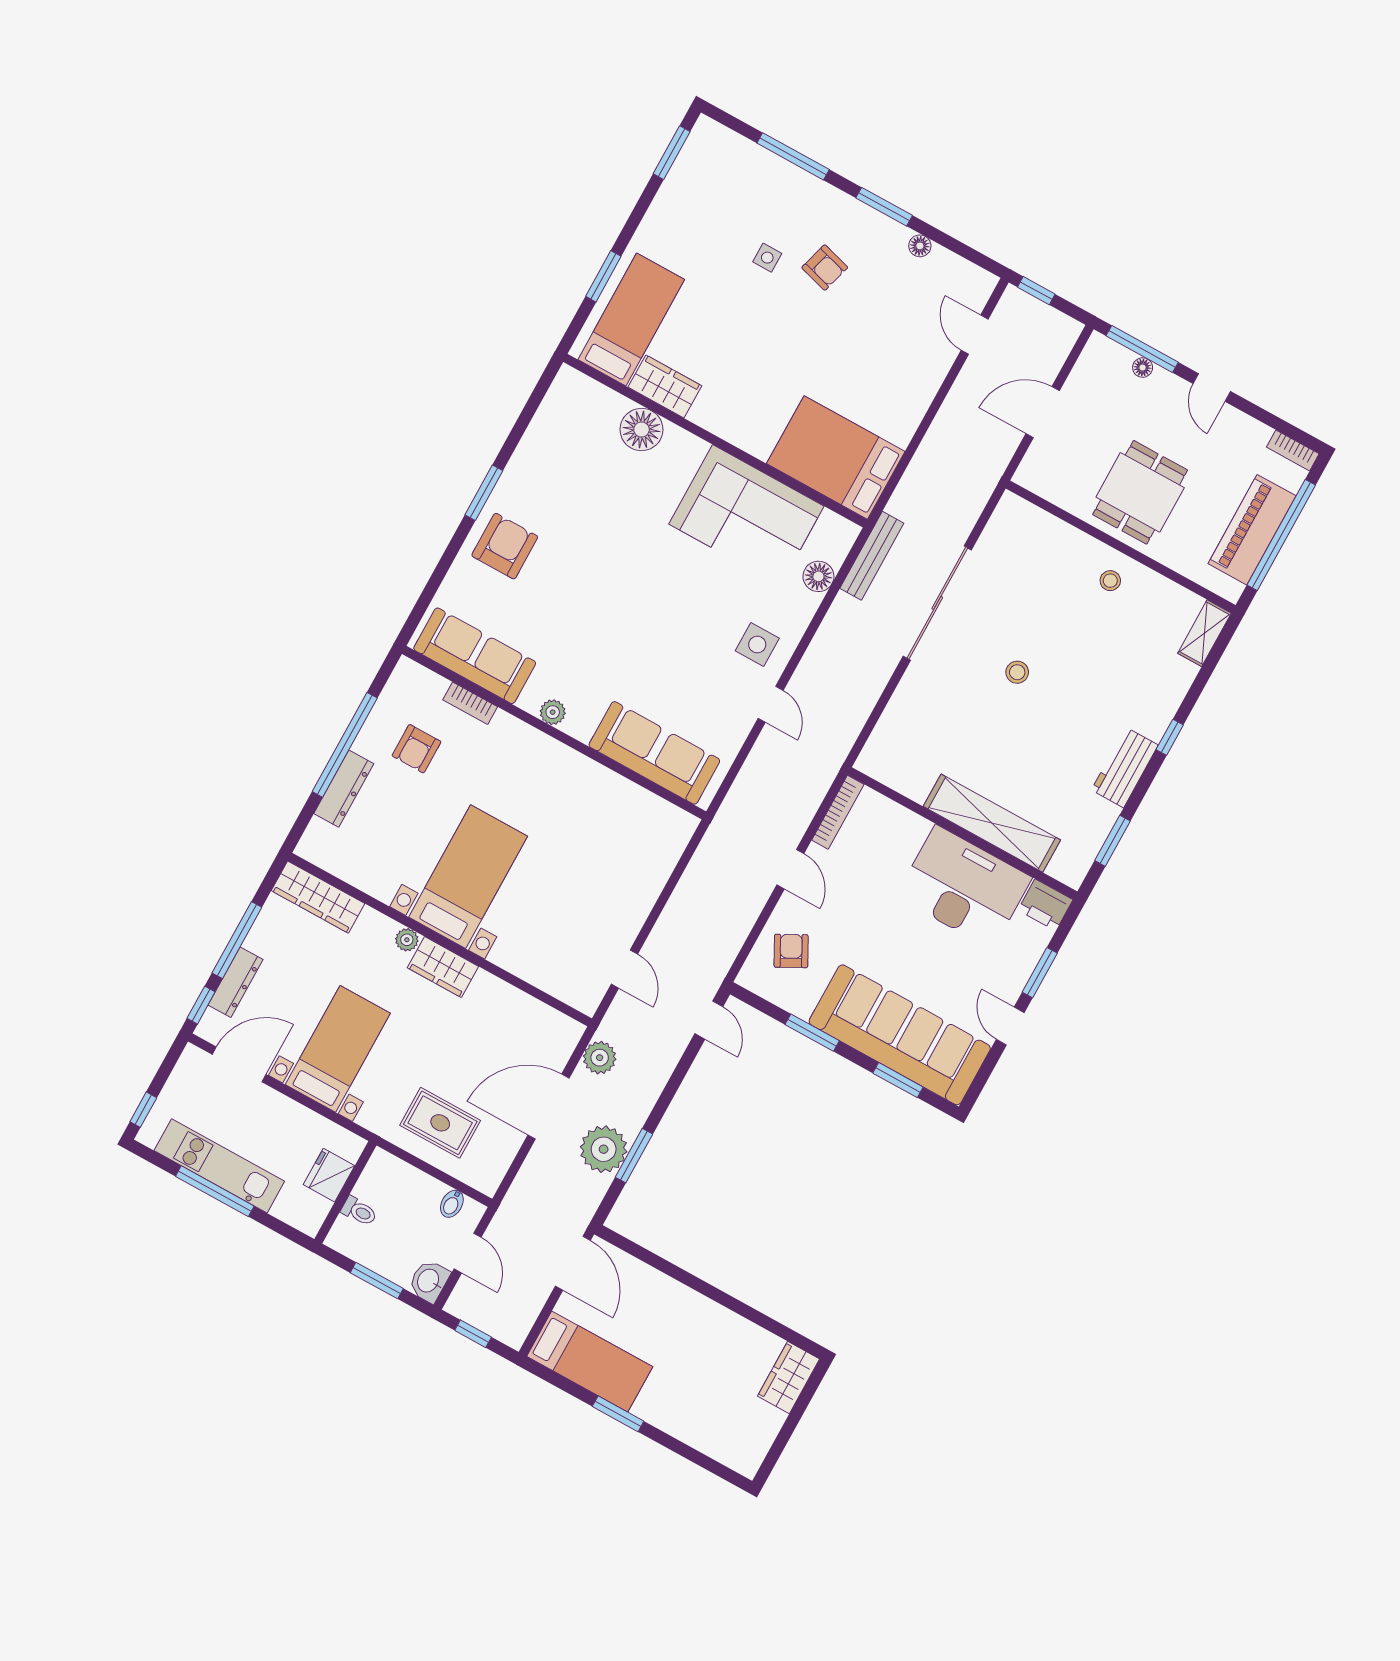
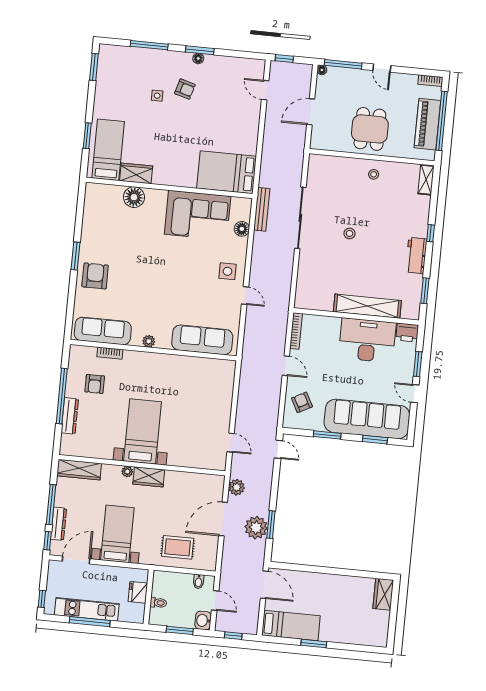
floor lamp: (920, 246) -> (198, 58), moved
floor lamp: (1143, 368) -> (322, 70), moved

